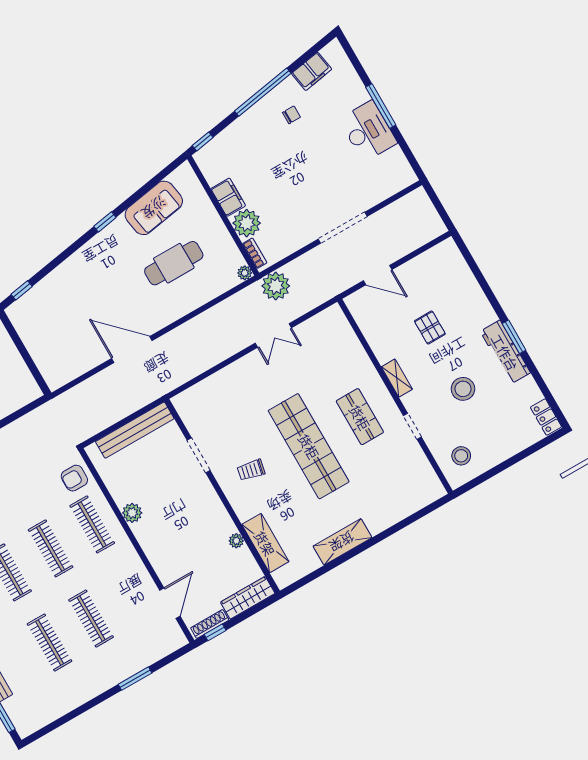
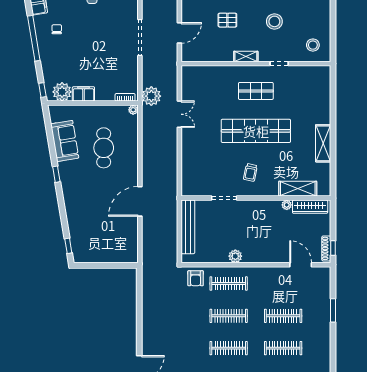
plant: (247, 223) -> (62, 92), moved
wardrobe: (248, 598) -> (310, 207), moved, turned -90

